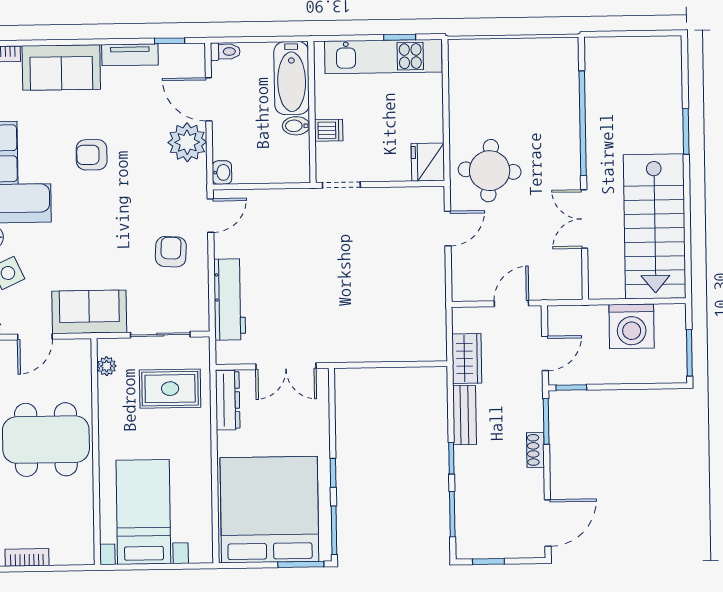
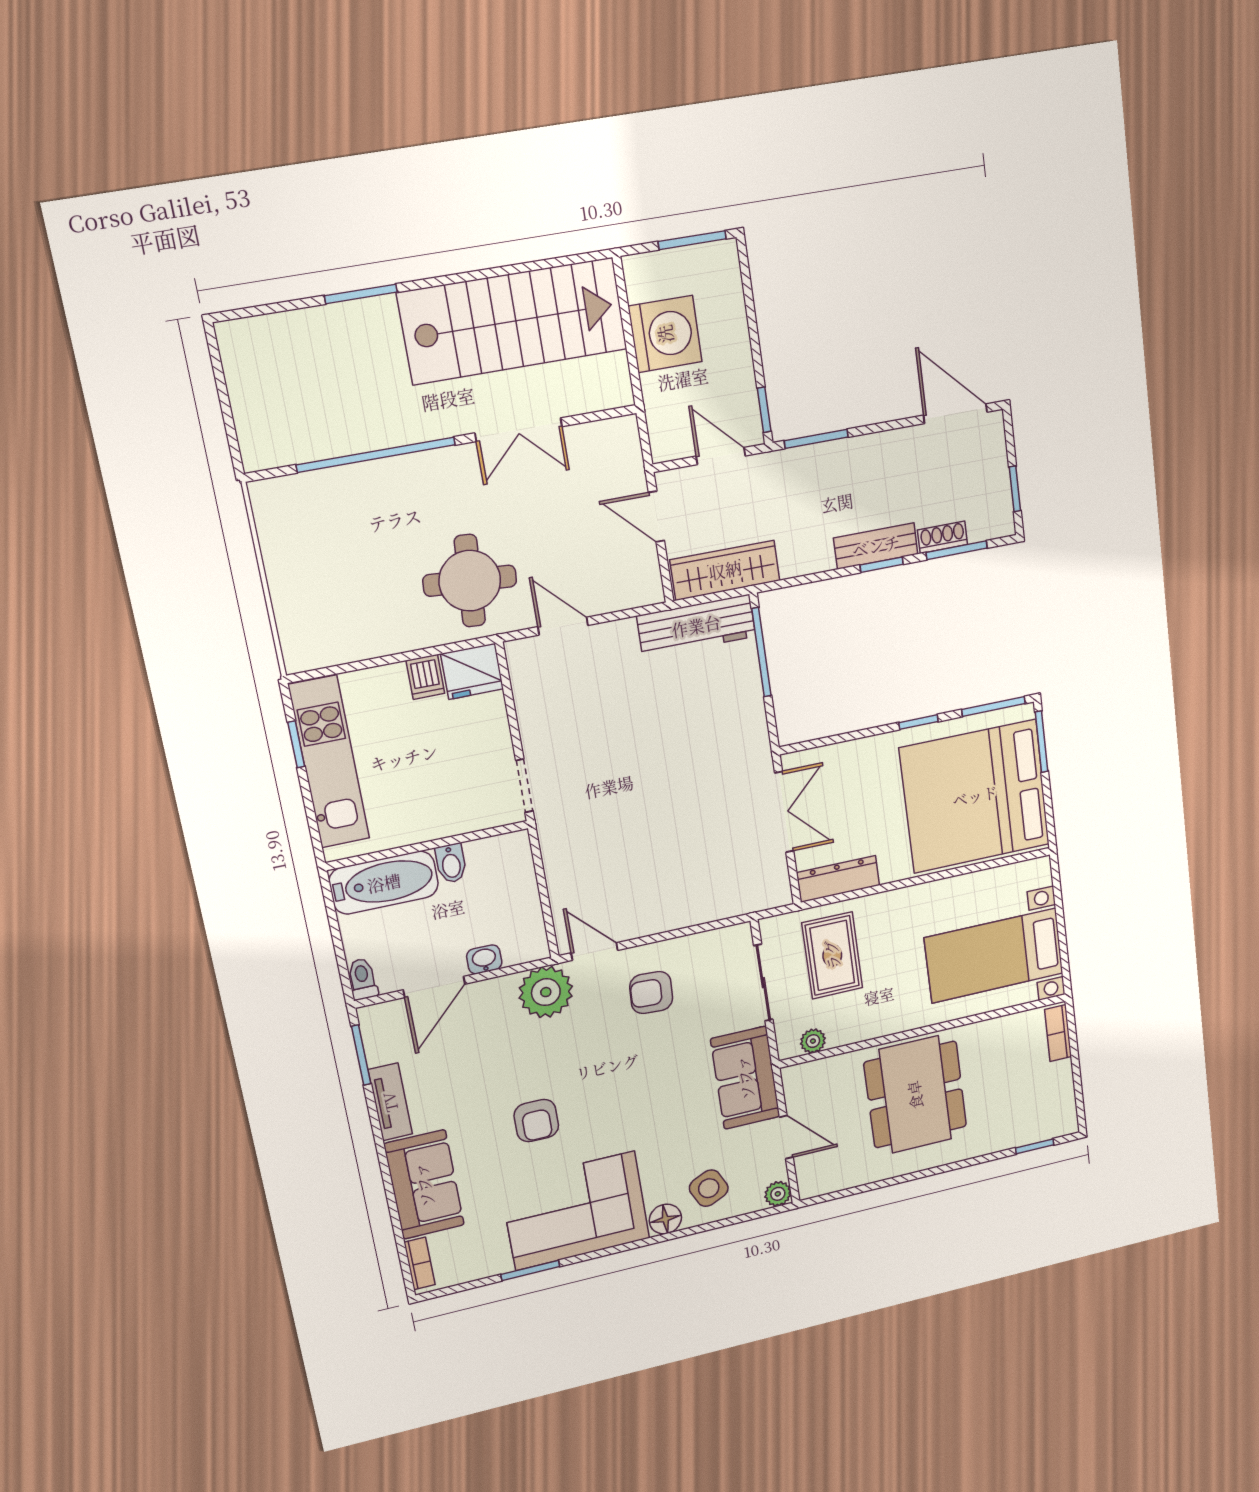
window: (170, 41) -> (361, 1055), width x1.50
dishwasher: (329, 130) -> (425, 677), moved, turned 180
plant: (187, 142) -> (546, 992), moved
washbasin: (222, 172) -> (484, 959), moved
workbench: (230, 299) -> (696, 626), moved, turned 180
wardrobe: (467, 359) -> (725, 570), width x1.50
window: (405, 364) -> (761, 652), added
bench: (465, 415) -> (876, 546), moved
shoe rack: (535, 450) -> (943, 537), moved, turned 180
bookcase: (27, 557) -> (1058, 1033), moved

